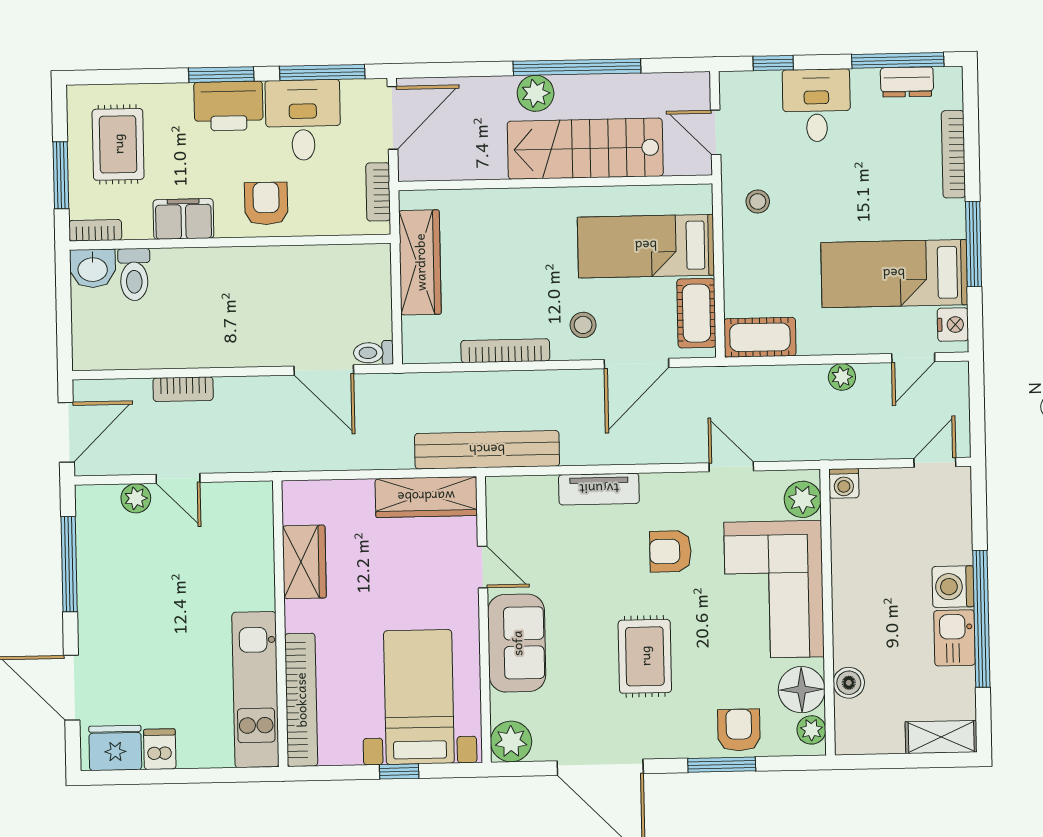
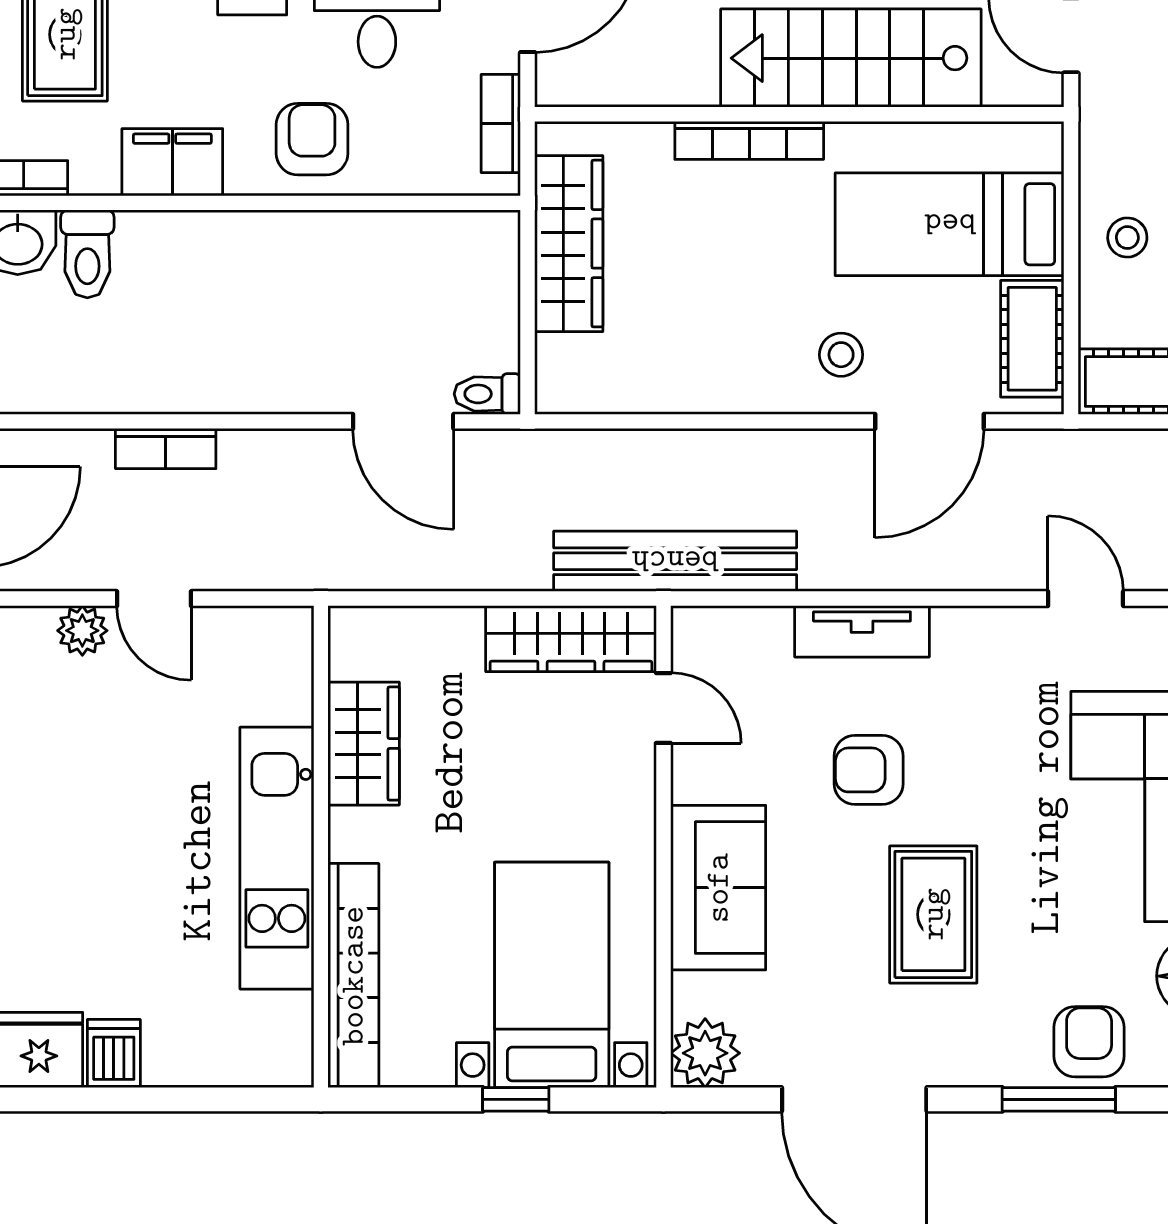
stool: (758, 202) -> (1127, 238), moved
bookcase: (505, 351) -> (749, 140), moved, turned 180
armchair: (670, 551) -> (869, 770), moved
door: (483, 567) -> (663, 708), moved
kitchen unit: (255, 690) -> (277, 858), moved

